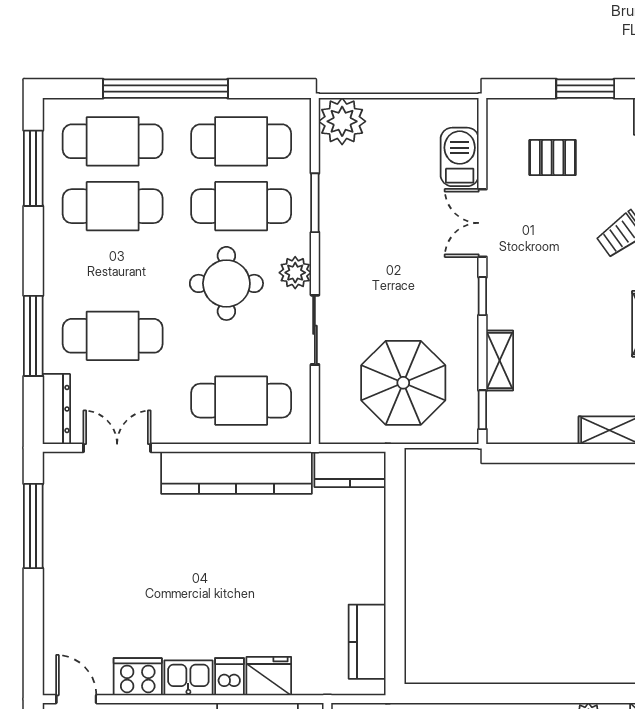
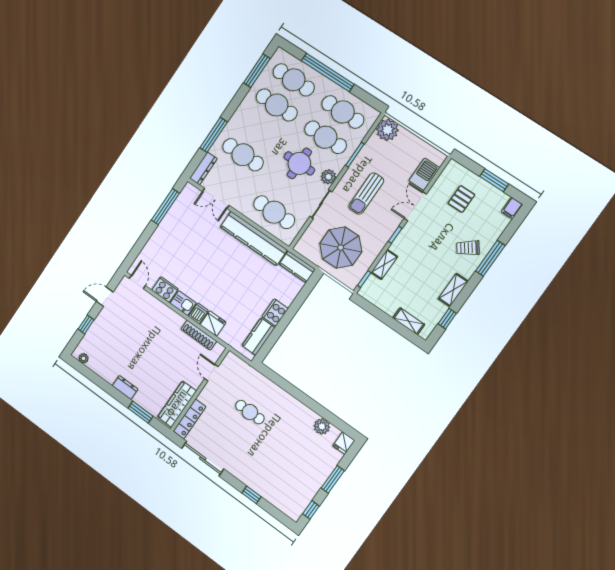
pallet: (553, 158) -> (461, 199), turned 90
sun lounger: (382, 258) -> (366, 194), added
double door: (117, 448) -> (216, 198), swing flipped
cooker: (367, 578) -> (275, 313), added

